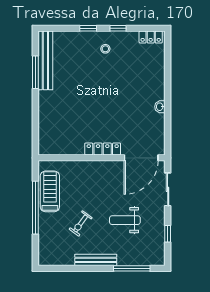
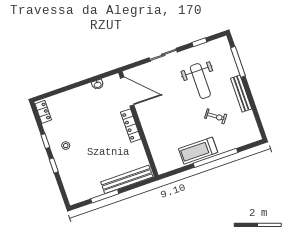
bench: (45, 60) -> (127, 179), moved
locker: (103, 149) -> (131, 126), moved
wall: (101, 158) -> (138, 124), moved
door: (141, 158) -> (127, 92), moved
weight bench: (125, 220) -> (200, 81), width x1.36, depth x1.33

